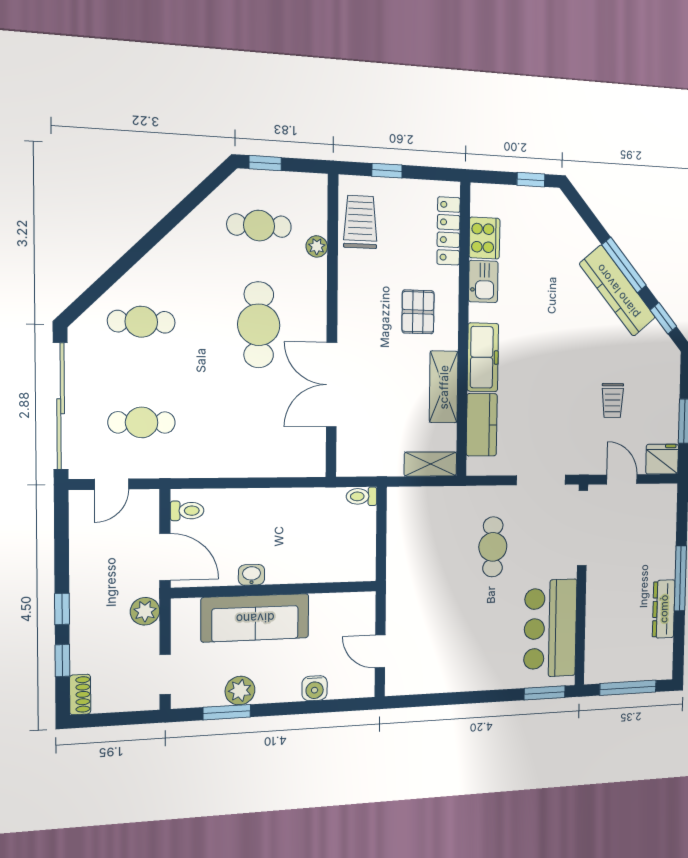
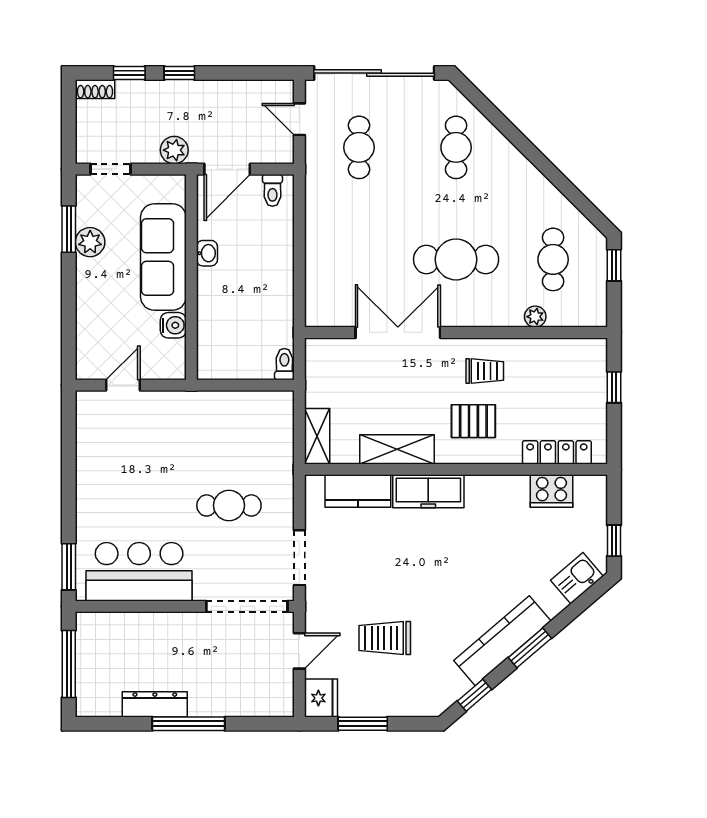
trolley: (360, 222) -> (485, 371), moved, width x0.73, depth x0.72
window: (624, 265) -> (530, 648), width x0.69
kitchen sink: (483, 281) -> (577, 578), moved, turned 139
trolley: (613, 400) -> (385, 638), width x1.36, depth x1.39
water cooler: (315, 688) -> (173, 325), moved, turned 180

